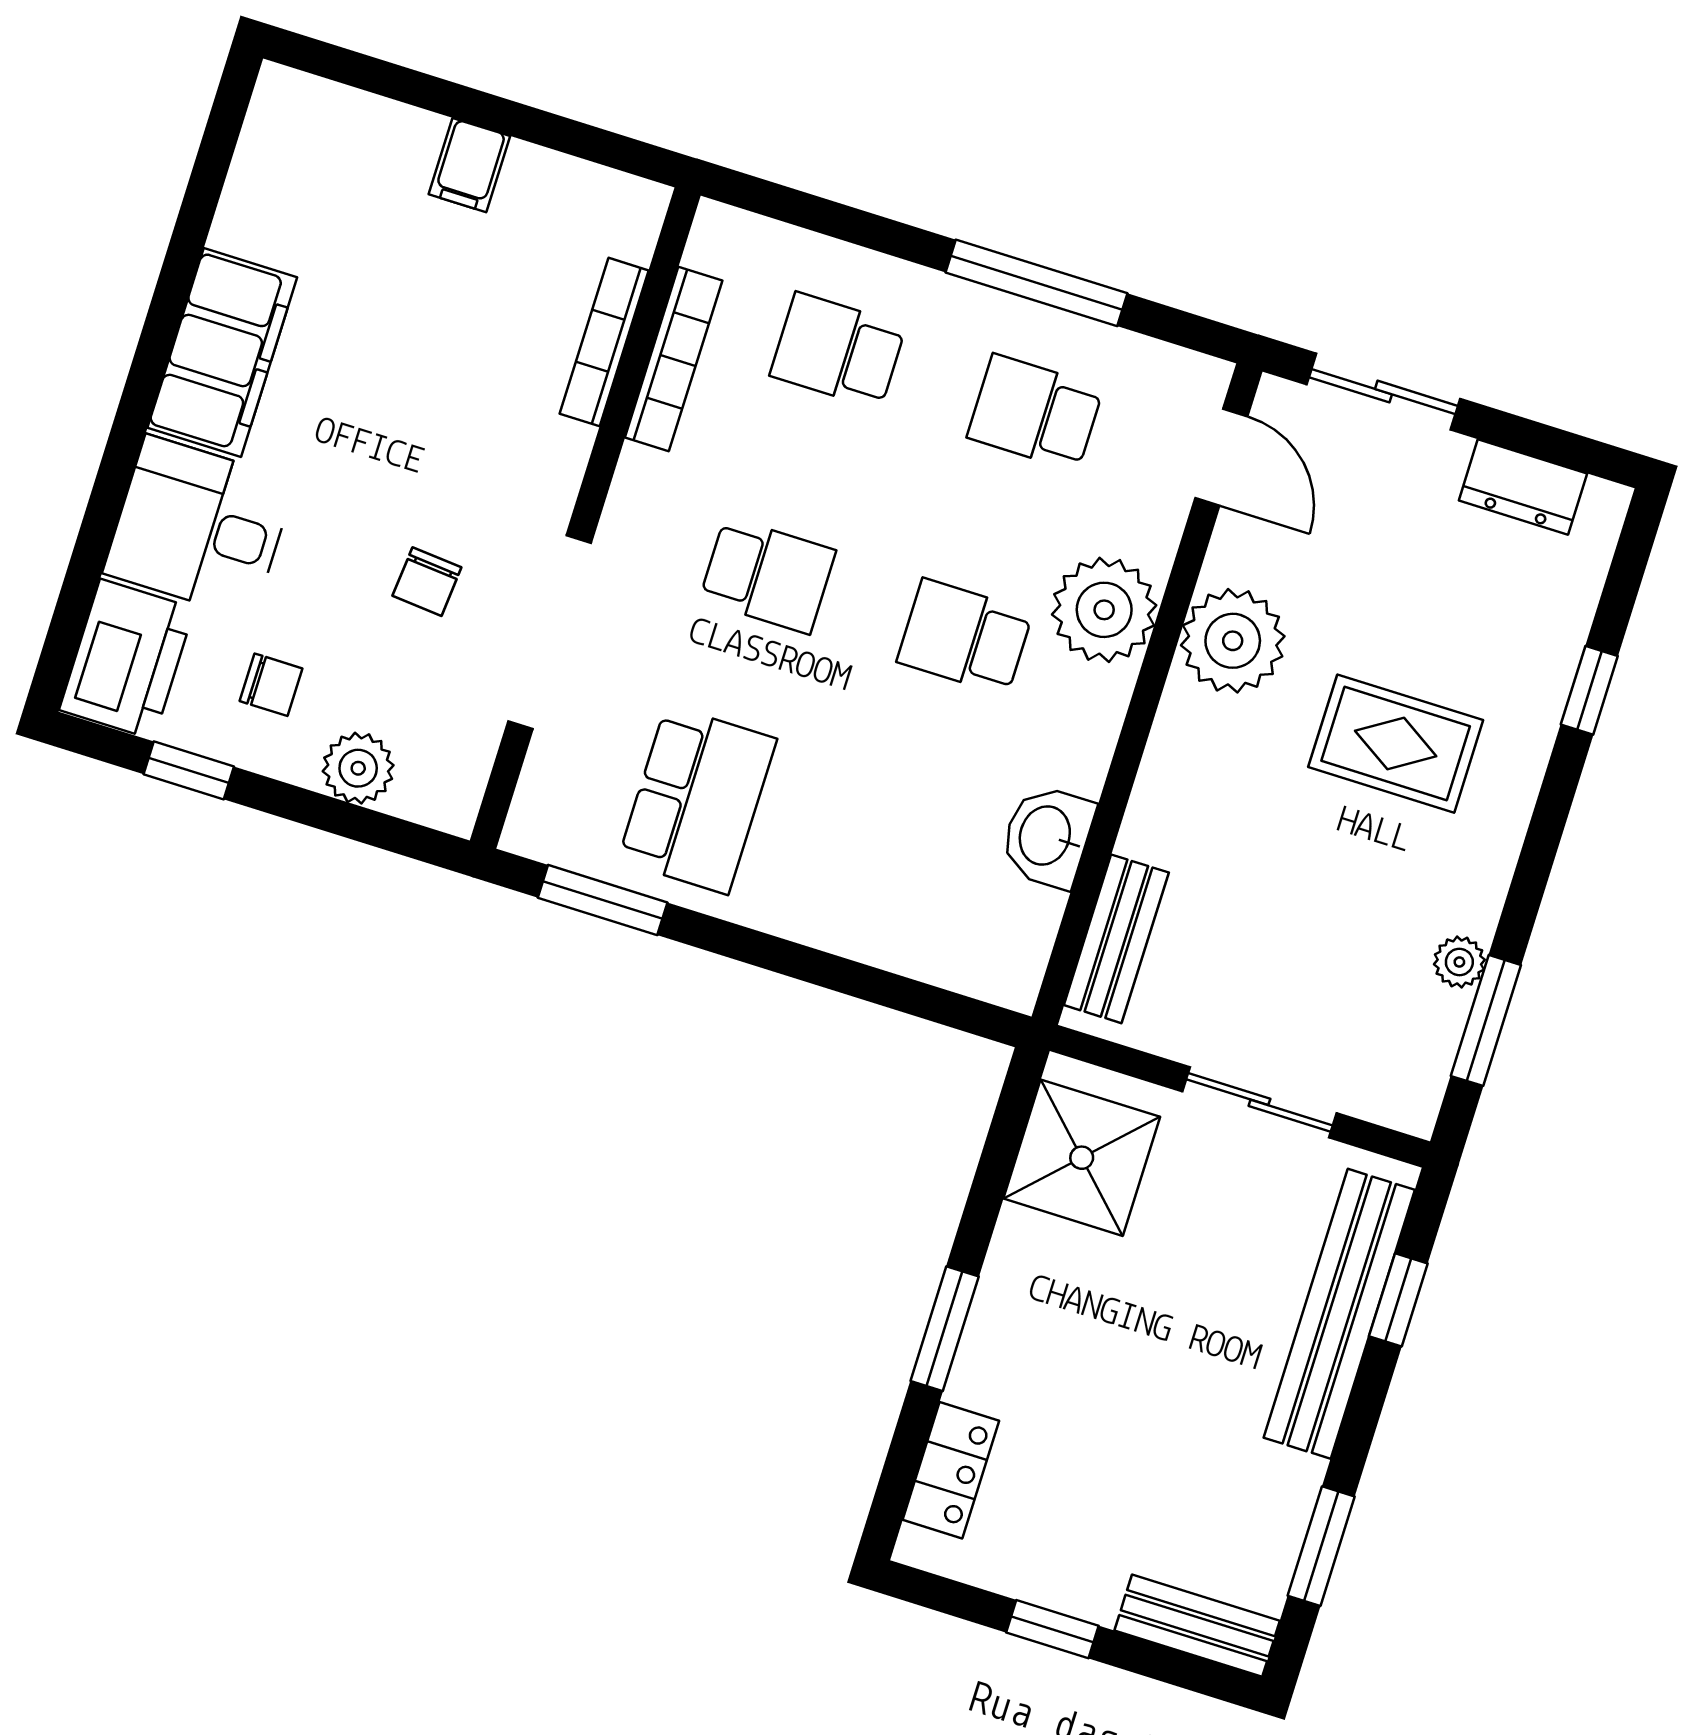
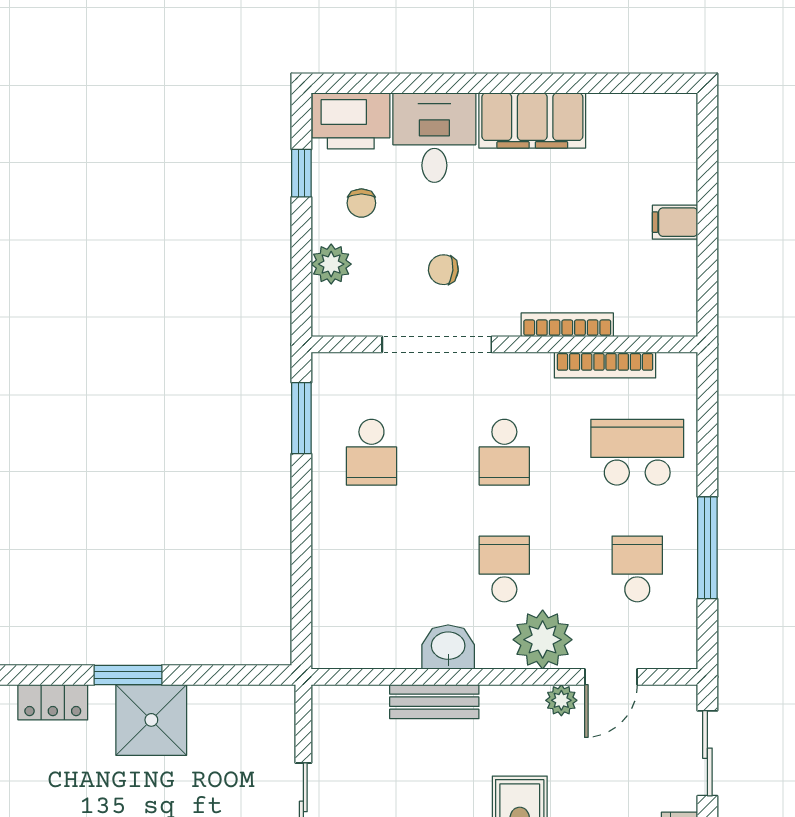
bookcase: (604, 342) -> (567, 325), moved
school desk: (838, 351) -> (637, 452), width x1.85
door: (1221, 457) -> (611, 677), moved
plant: (1233, 641) -> (561, 700), width x0.53, depth x0.53
school desk: (697, 800) -> (371, 452), width x0.54
washbasin: (1047, 836) -> (448, 647), moved
bench: (1116, 939) -> (434, 702), moved
shower: (1082, 1158) -> (151, 720), moved

